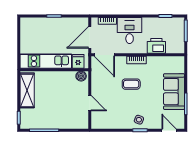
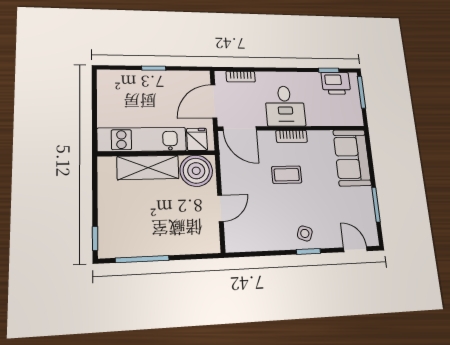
desk: (130, 30) -> (285, 106), moved, turned 180
printer: (156, 46) -> (336, 83), moved, turned 180
boiler: (81, 76) -> (196, 171), width x1.86, depth x1.86
shelving: (27, 90) -> (148, 168), moved, turned 90
sofa: (174, 92) -> (352, 158), moved
door: (90, 103) -> (220, 208), hinge flipped

